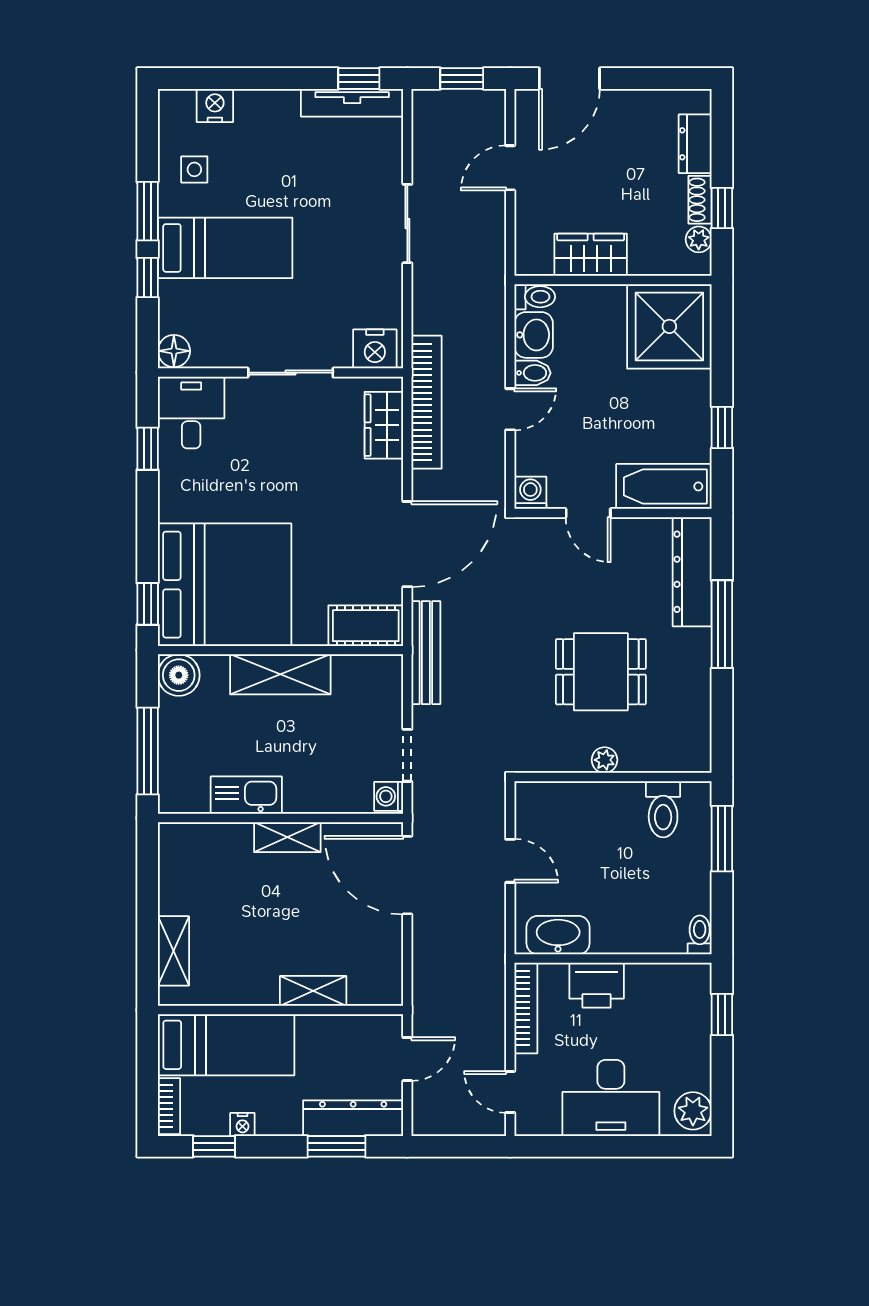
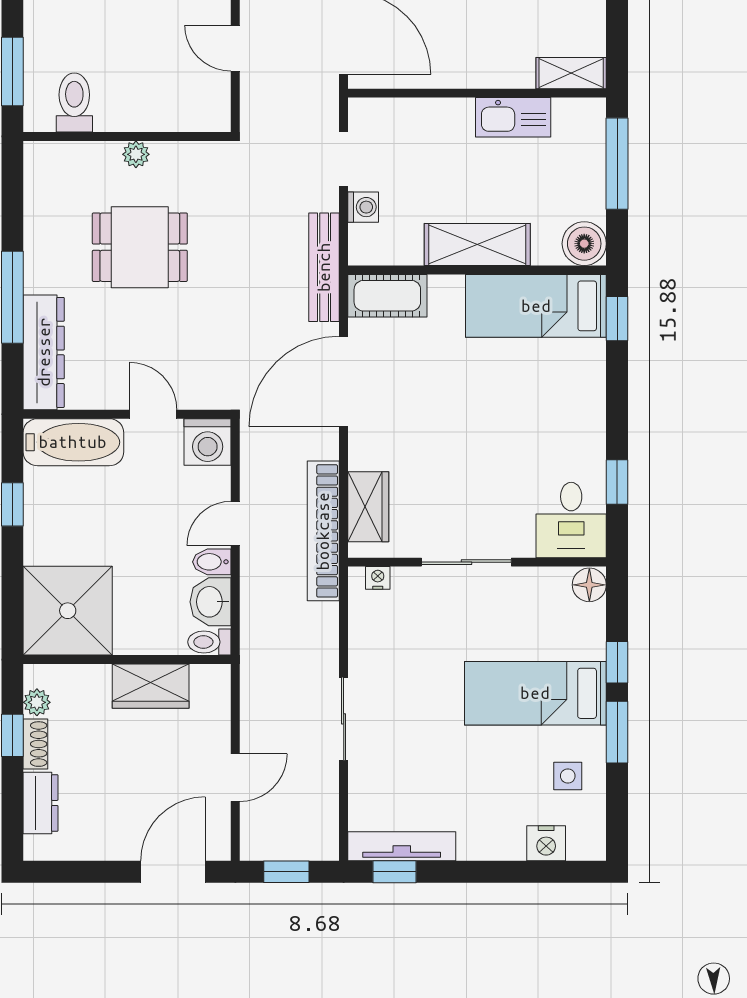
nightstand: (375, 349) -> (378, 578), width x0.53, depth x0.56
washing machine: (530, 493) -> (208, 442), width x1.38, depth x1.38
bed: (225, 585) -> (536, 306), width x0.49
washing machine: (389, 796) -> (363, 207), moved
shelving: (287, 837) -> (571, 73), moved

